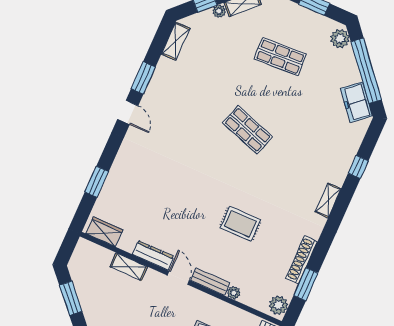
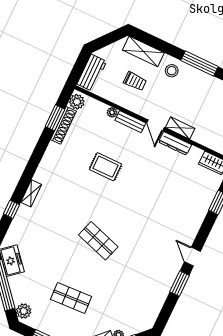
shelving: (176, 41) -> (153, 312), removed
shelving: (328, 200) -> (31, 193), moved
shoe rack: (301, 260) -> (63, 125), moved
shelving: (129, 267) -> (180, 128), moved

